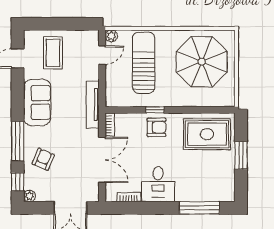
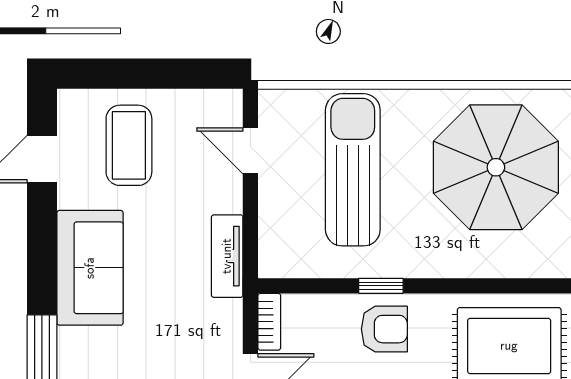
plant: (111, 36) -> (273, 103), removed
door: (102, 55) -> (250, 151), swing flipped
tv unit: (93, 105) -> (227, 256), width x0.71

